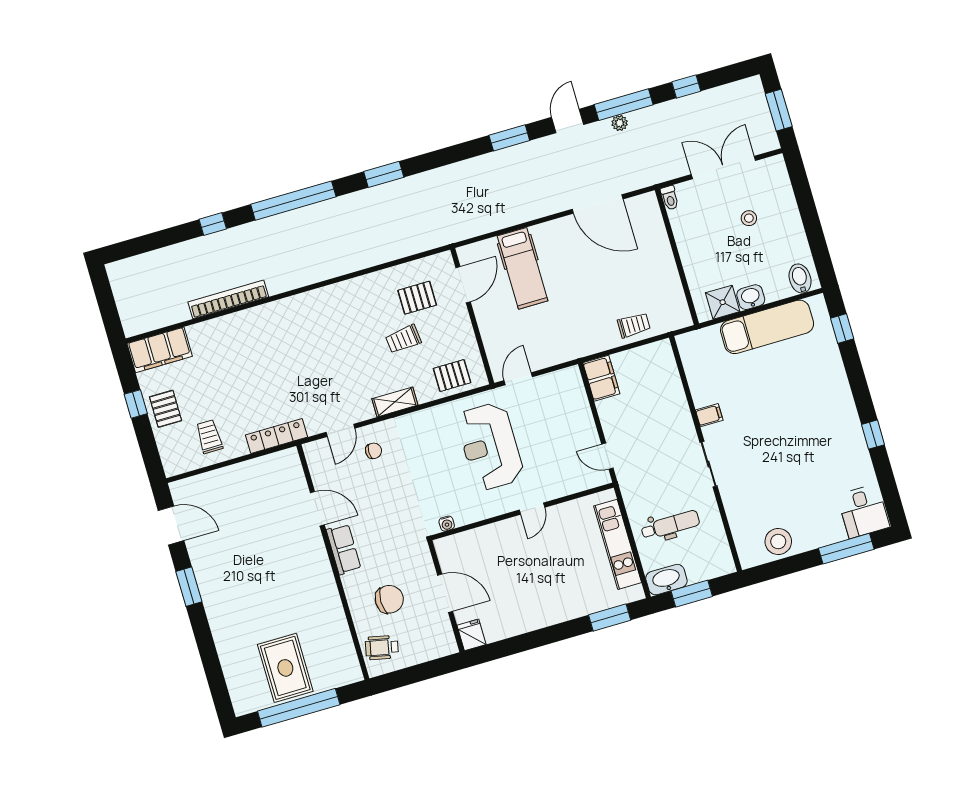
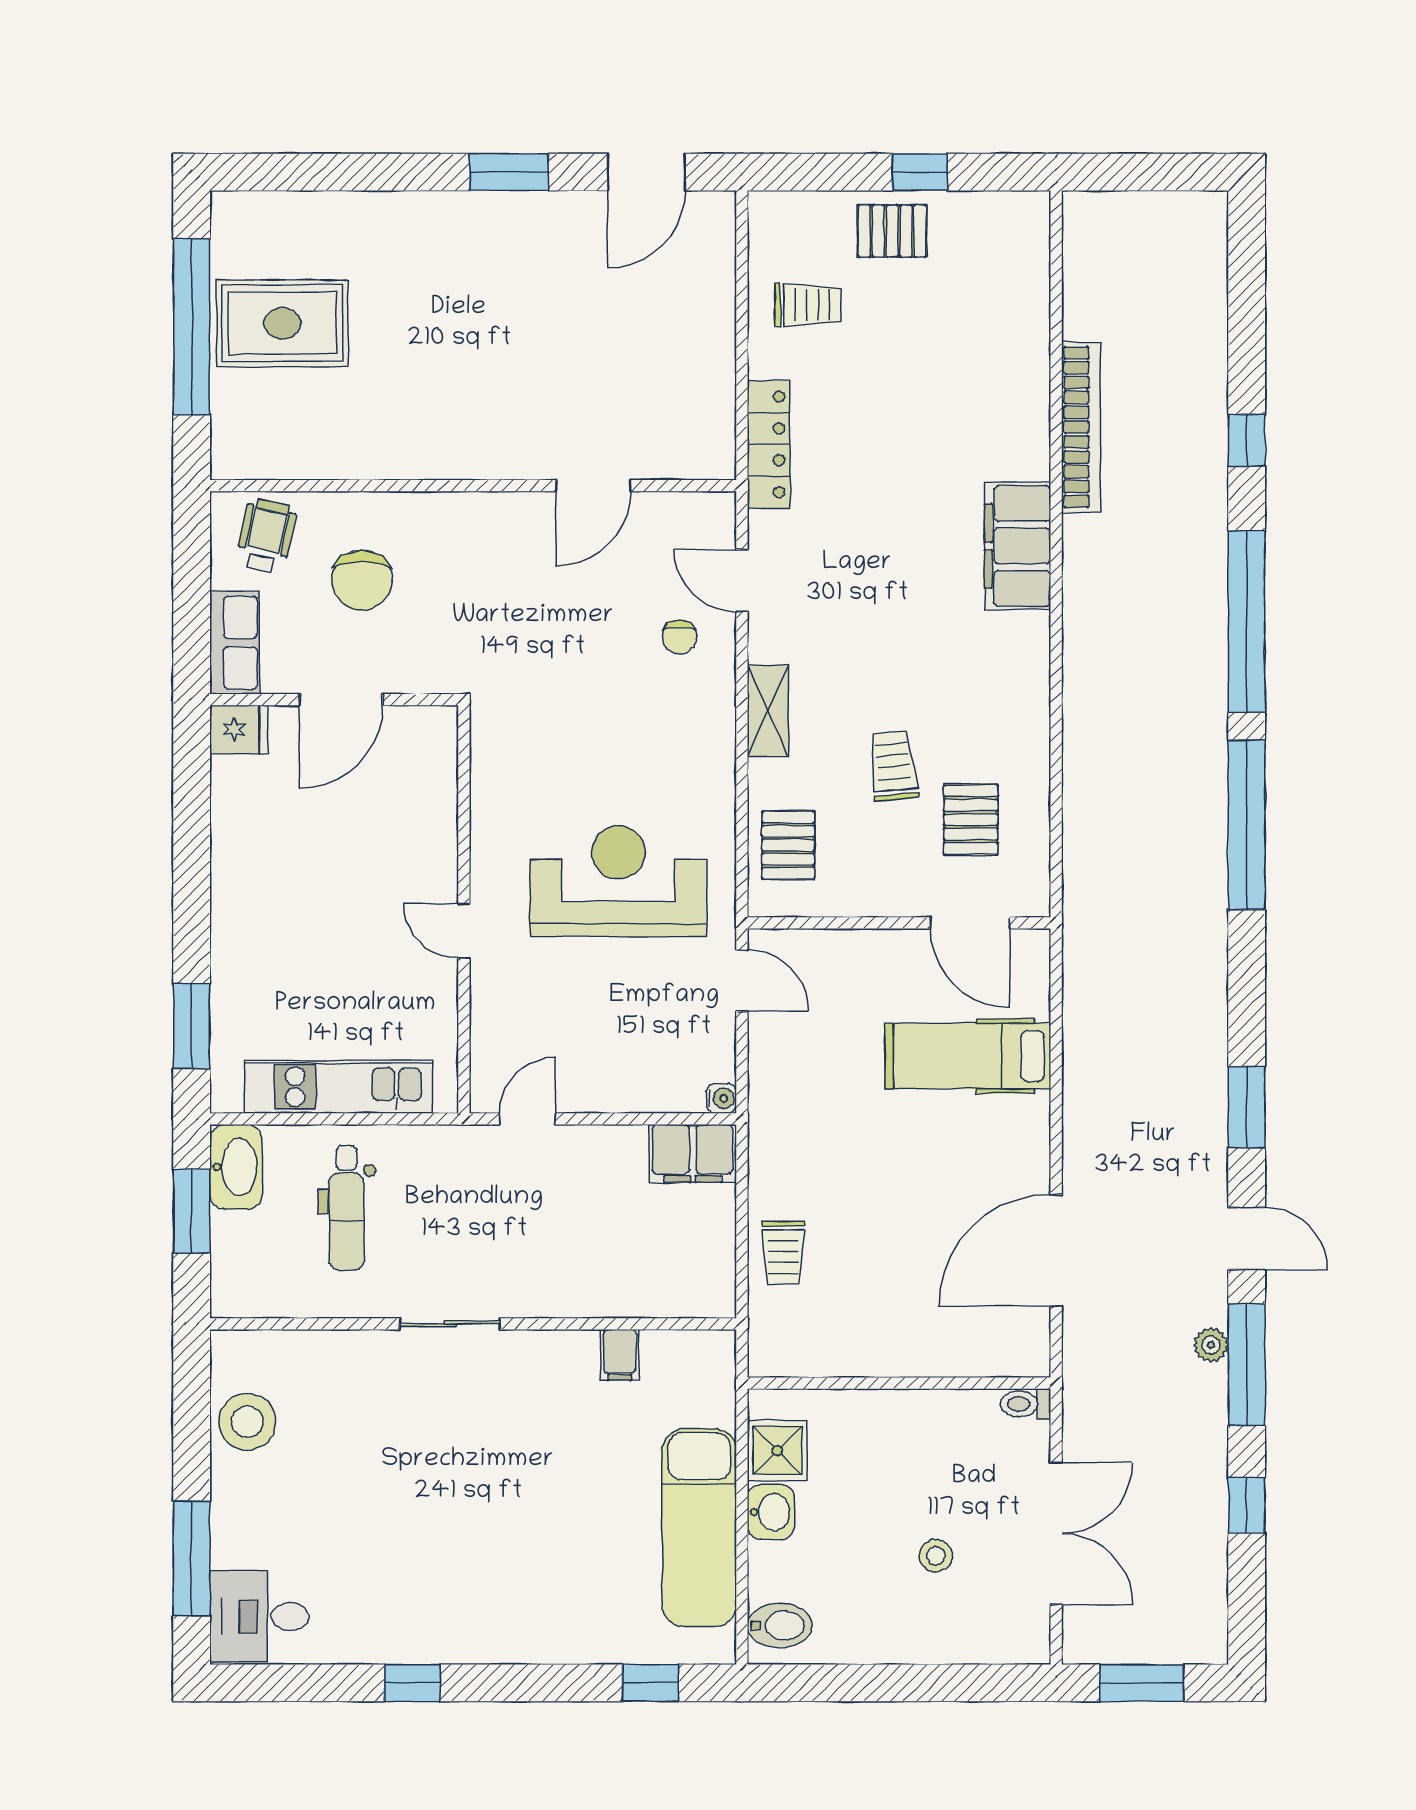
window: (384, 174) -> (1247, 825), width x2.11
filing cabinet: (160, 350) -> (1018, 546), moved
filing cabinet: (709, 415) -> (620, 1355), moved
water cooler: (447, 524) -> (721, 1098), moved, turned 180
row of seats: (344, 549) -> (234, 643), moved, turned -90

